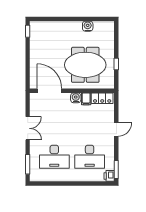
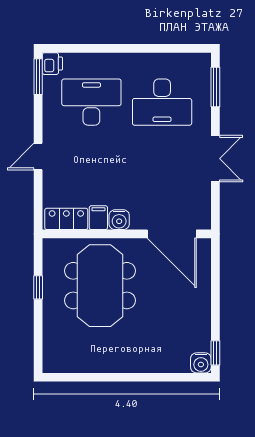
water cooler: (88, 26) -> (201, 363), moved
meeting table: (85, 65) -> (100, 286), turned 90
double door: (28, 128) -> (215, 159), swing flipped
desk: (54, 157) -> (162, 102), turned 180

